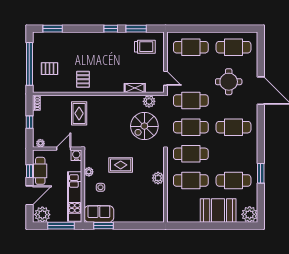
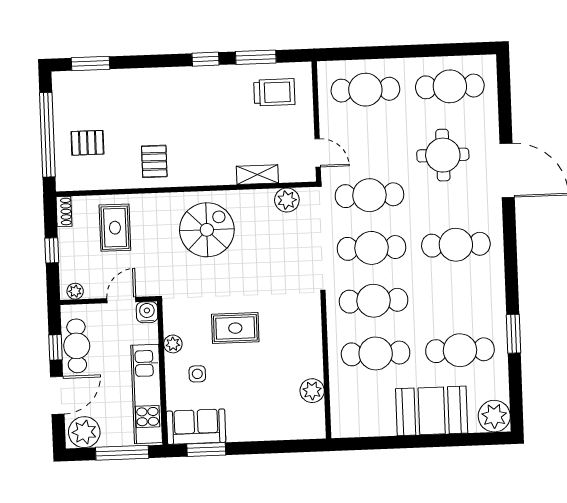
rug: (79, 113) -> (115, 228), moved
spiral stairs: (144, 126) -> (207, 230), moved, turned 180
plant: (158, 178) -> (312, 391), moved

